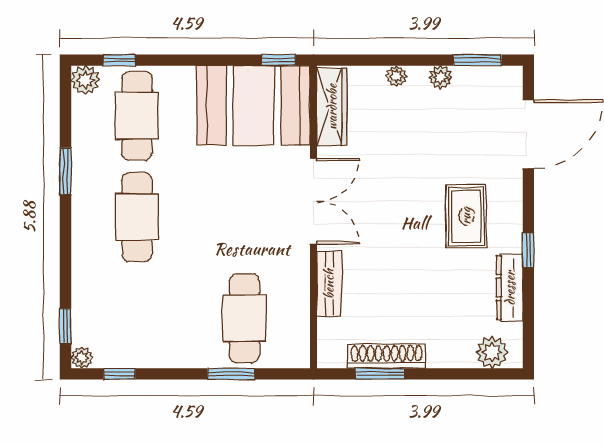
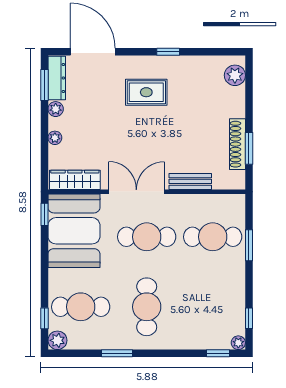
cafe table: (137, 217) -> (147, 307), turned 90
cafe table: (244, 217) -> (147, 237), added
dresser: (510, 288) -> (57, 78), moved, turned -90

